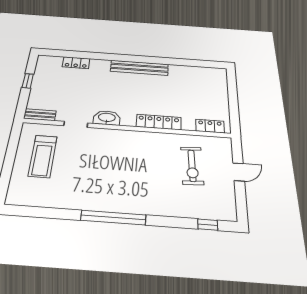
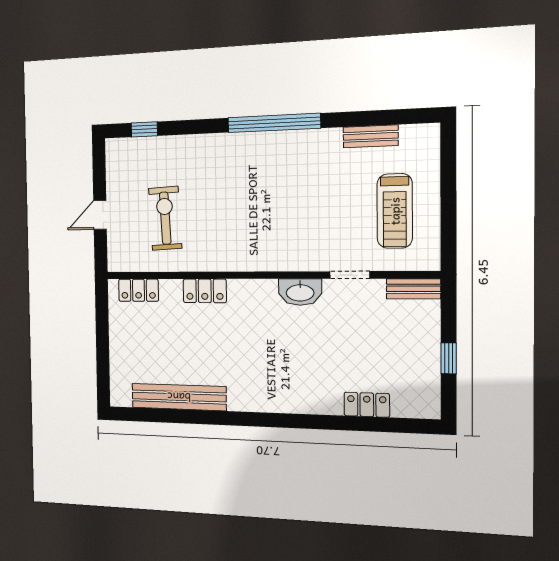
bench: (139, 68) -> (179, 397), moved
locker: (159, 122) -> (205, 291), width x0.66
treadmill: (43, 156) -> (395, 211), turned 180
bench: (50, 201) -> (371, 136), added

